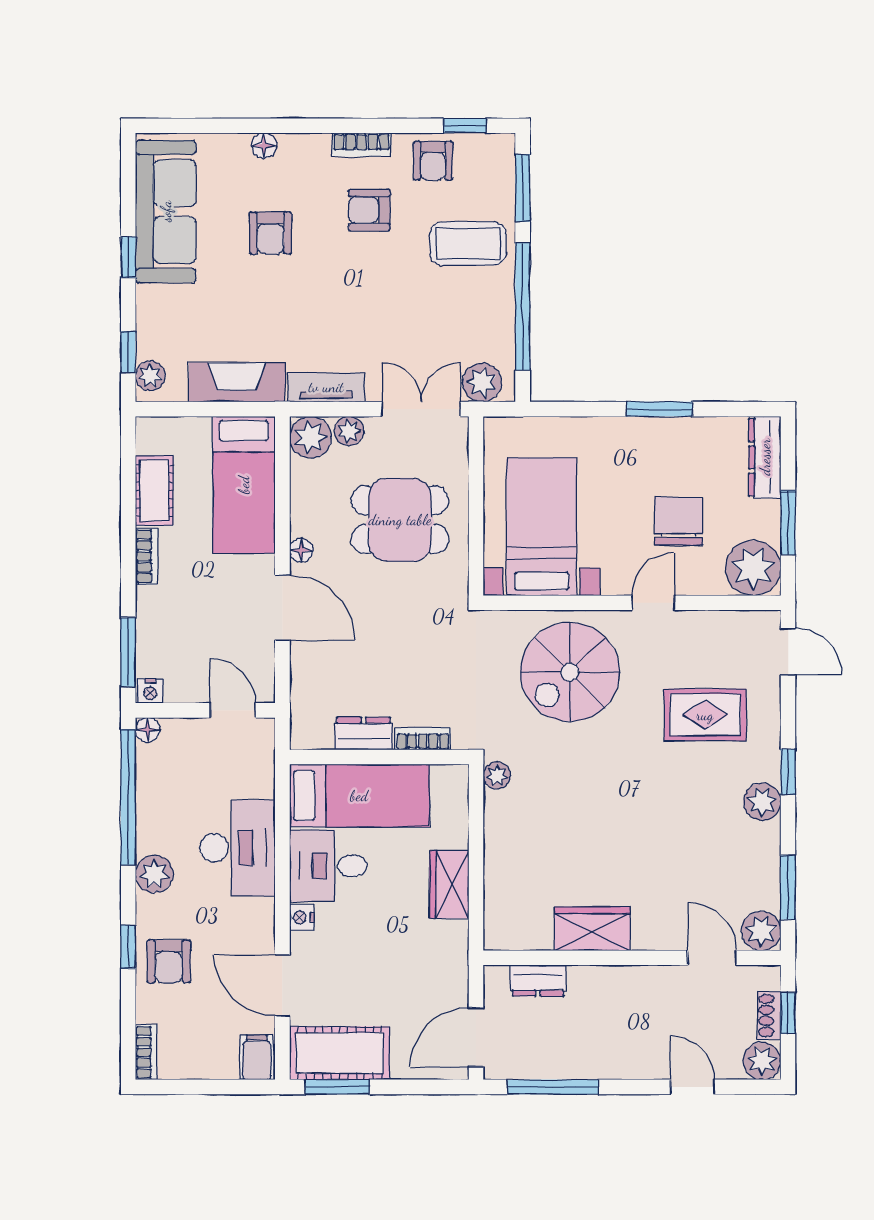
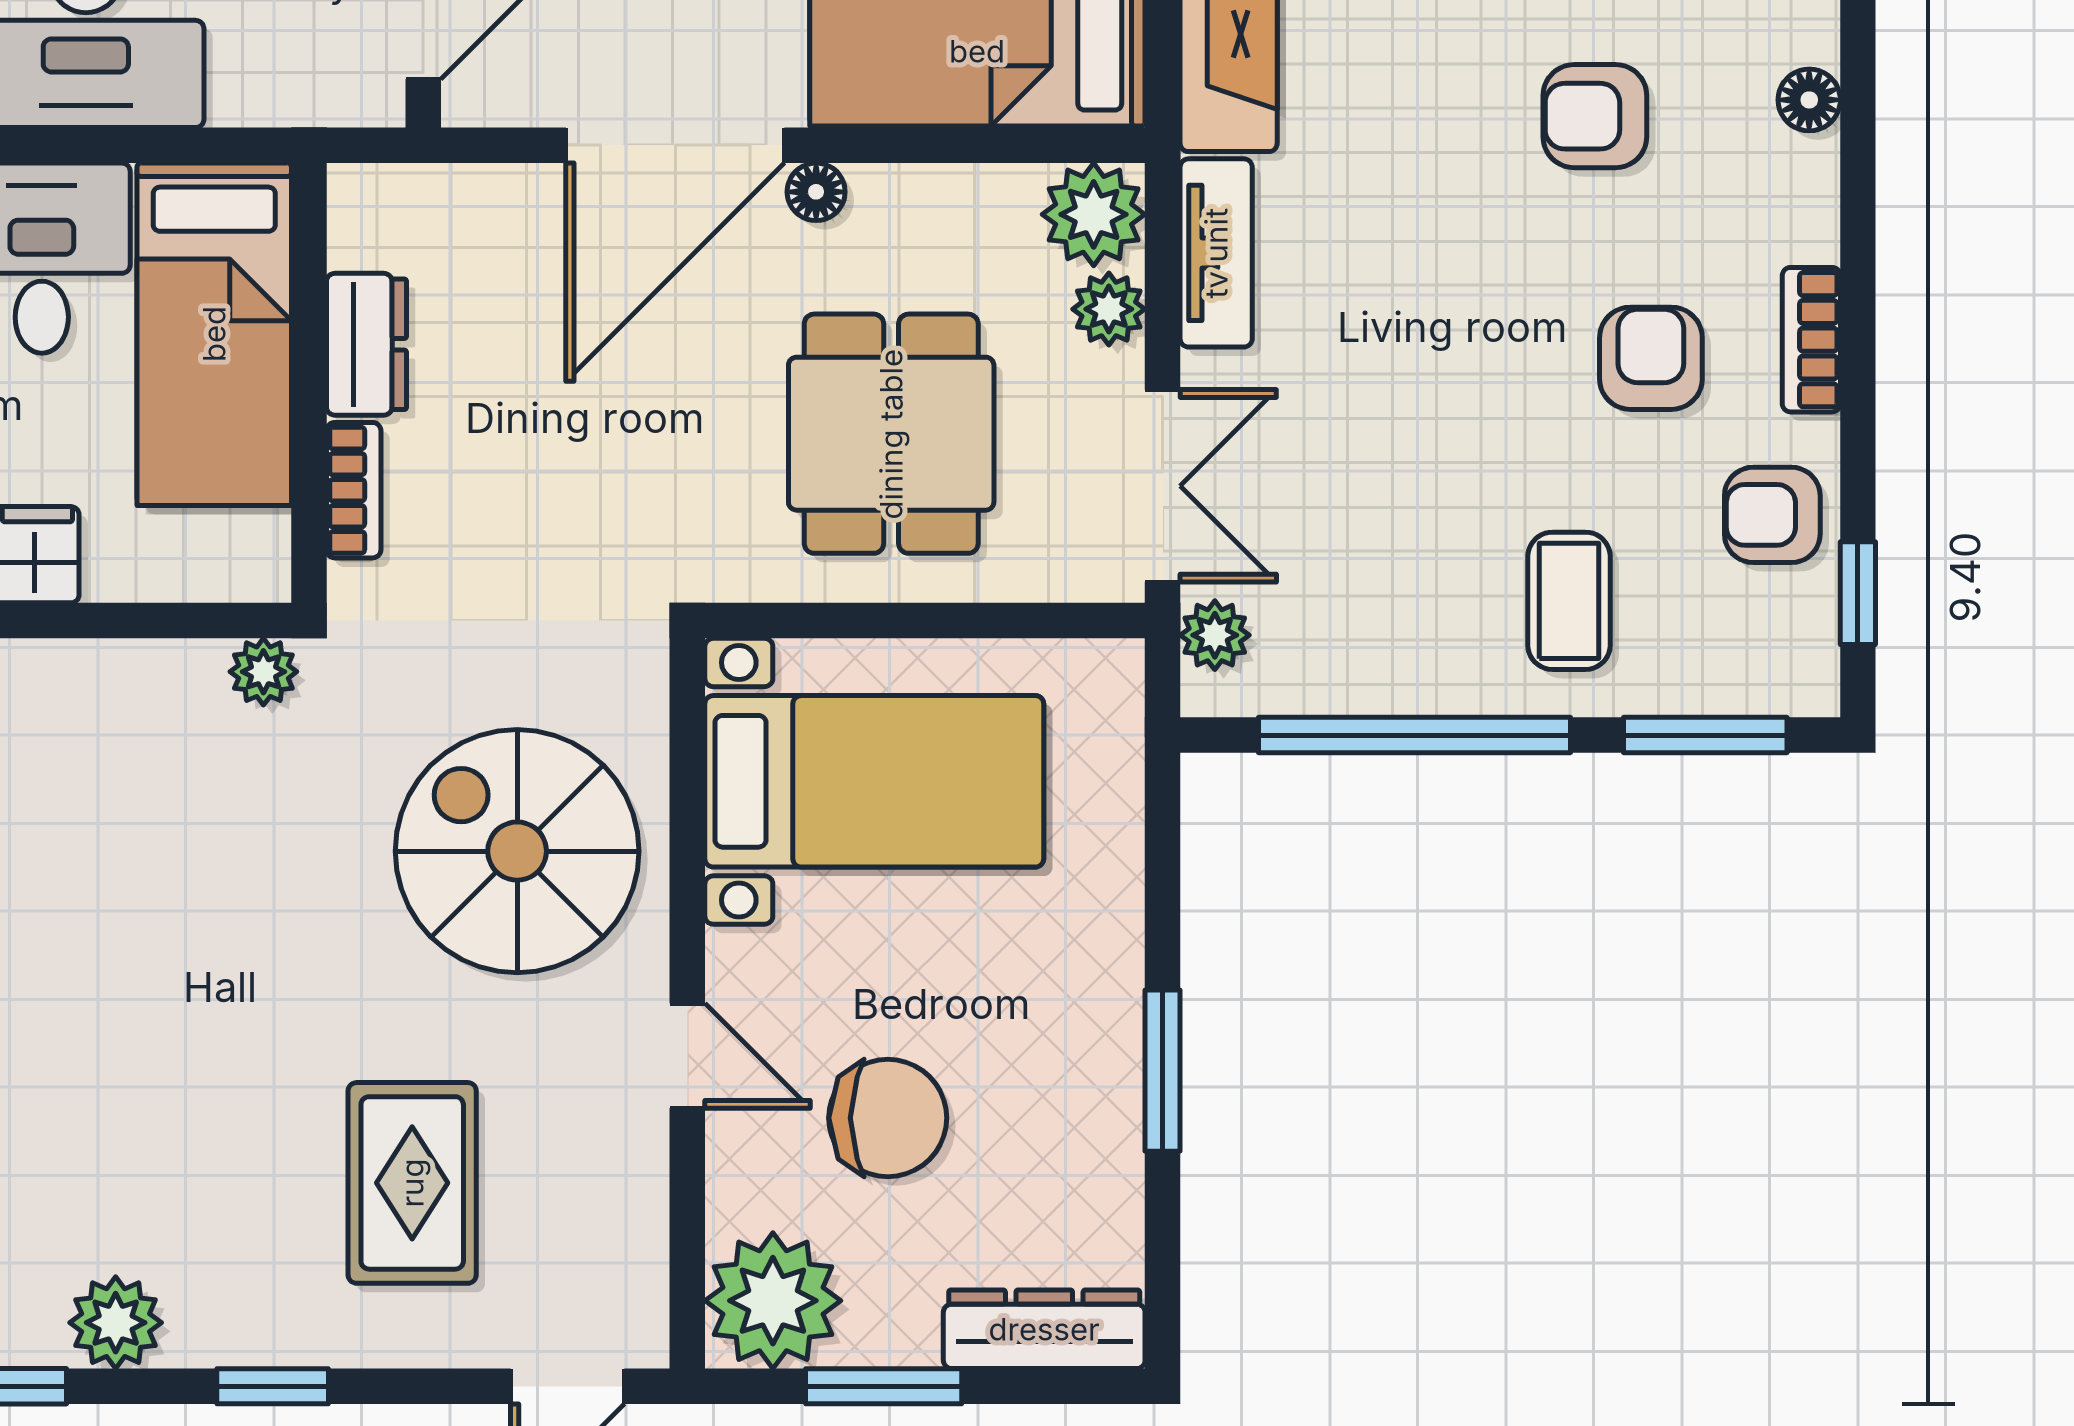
coffee table: (468, 244) -> (1569, 601), width x0.73, depth x0.77
plant: (482, 383) -> (1215, 635), width x0.73, depth x0.73
door: (282, 608) -> (675, 145), width x1.36
plant: (762, 802) -> (116, 1323), moved

